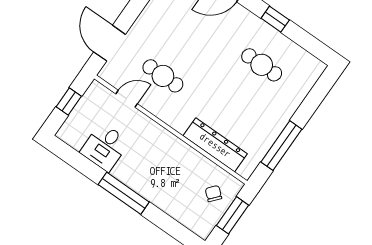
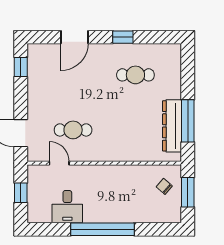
door: (127, 99) -> (59, 163), hinge flipped
dresser: (215, 145) -> (172, 126), moved, turned -90
window: (124, 193) -> (102, 229), width x1.46

